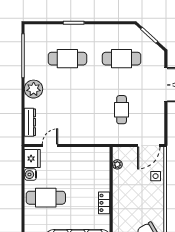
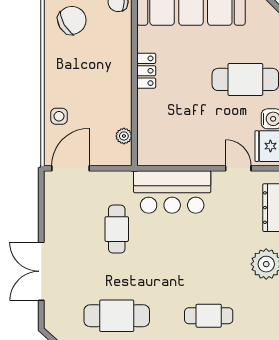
cafe table: (67, 59) -> (209, 316), width x0.73, depth x0.74
bar counter: (89, 131) -> (172, 192), added
door: (50, 145) -> (238, 168), swing flipped

